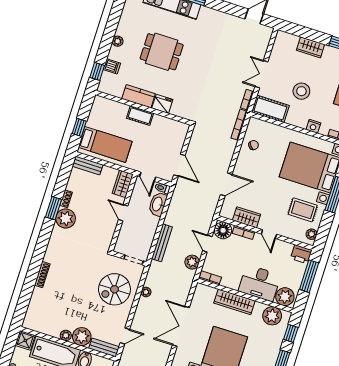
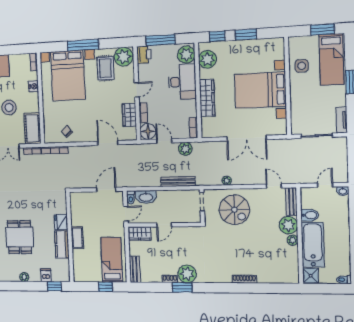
plant: (312, 234) -> (124, 57), width x1.88, depth x1.88
door: (207, 244) -> (164, 141), swing flipped

